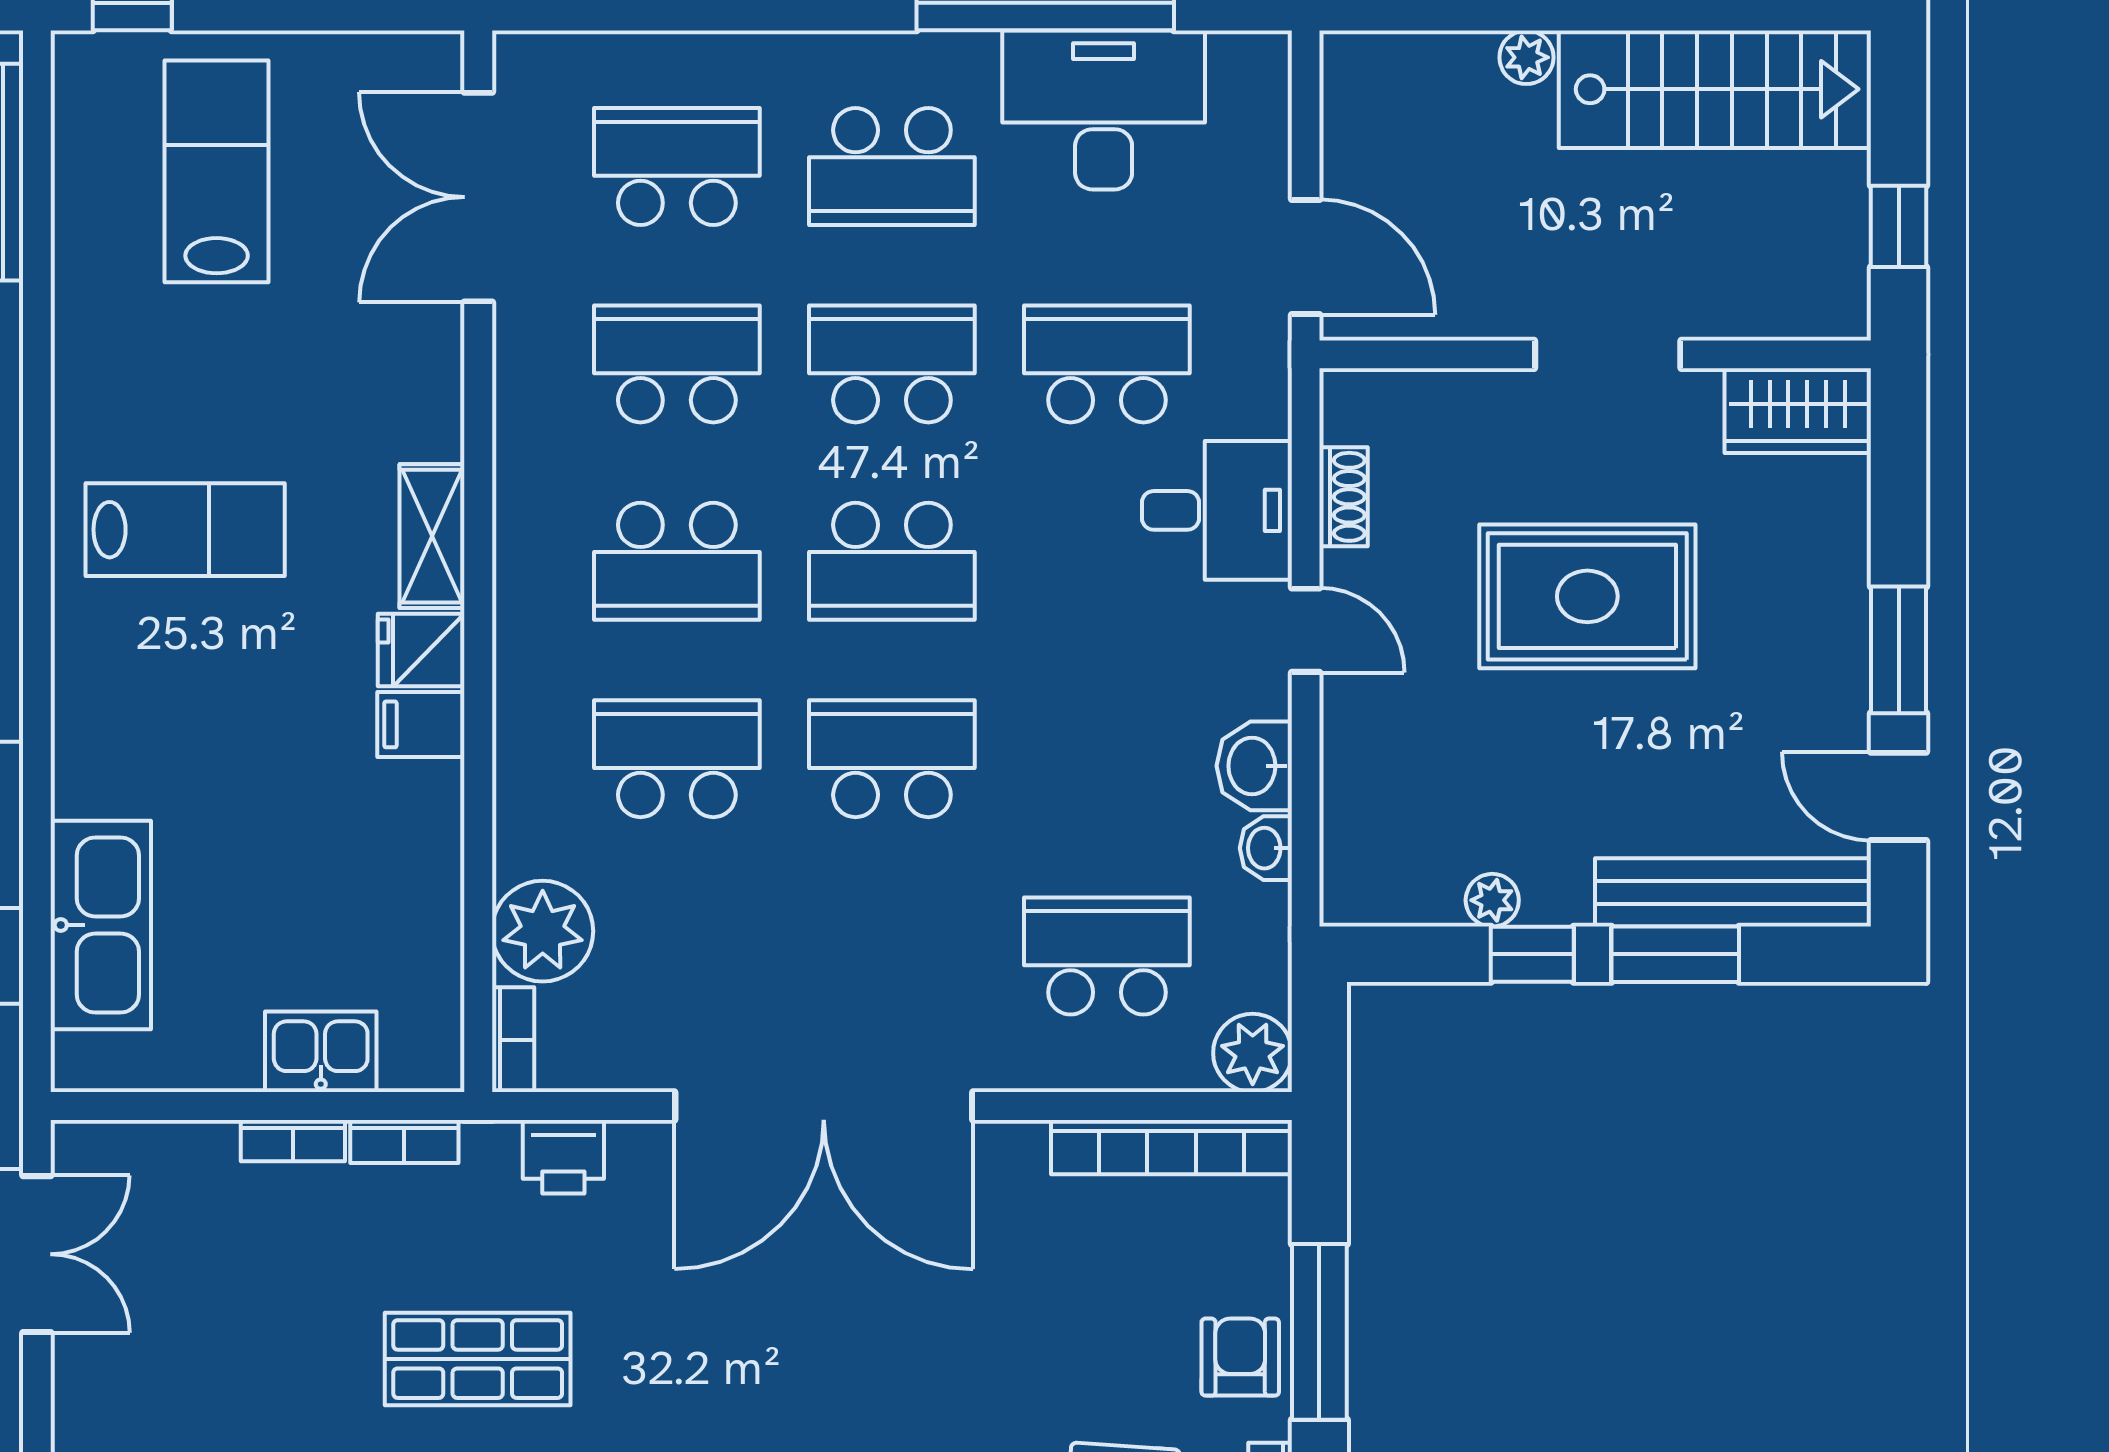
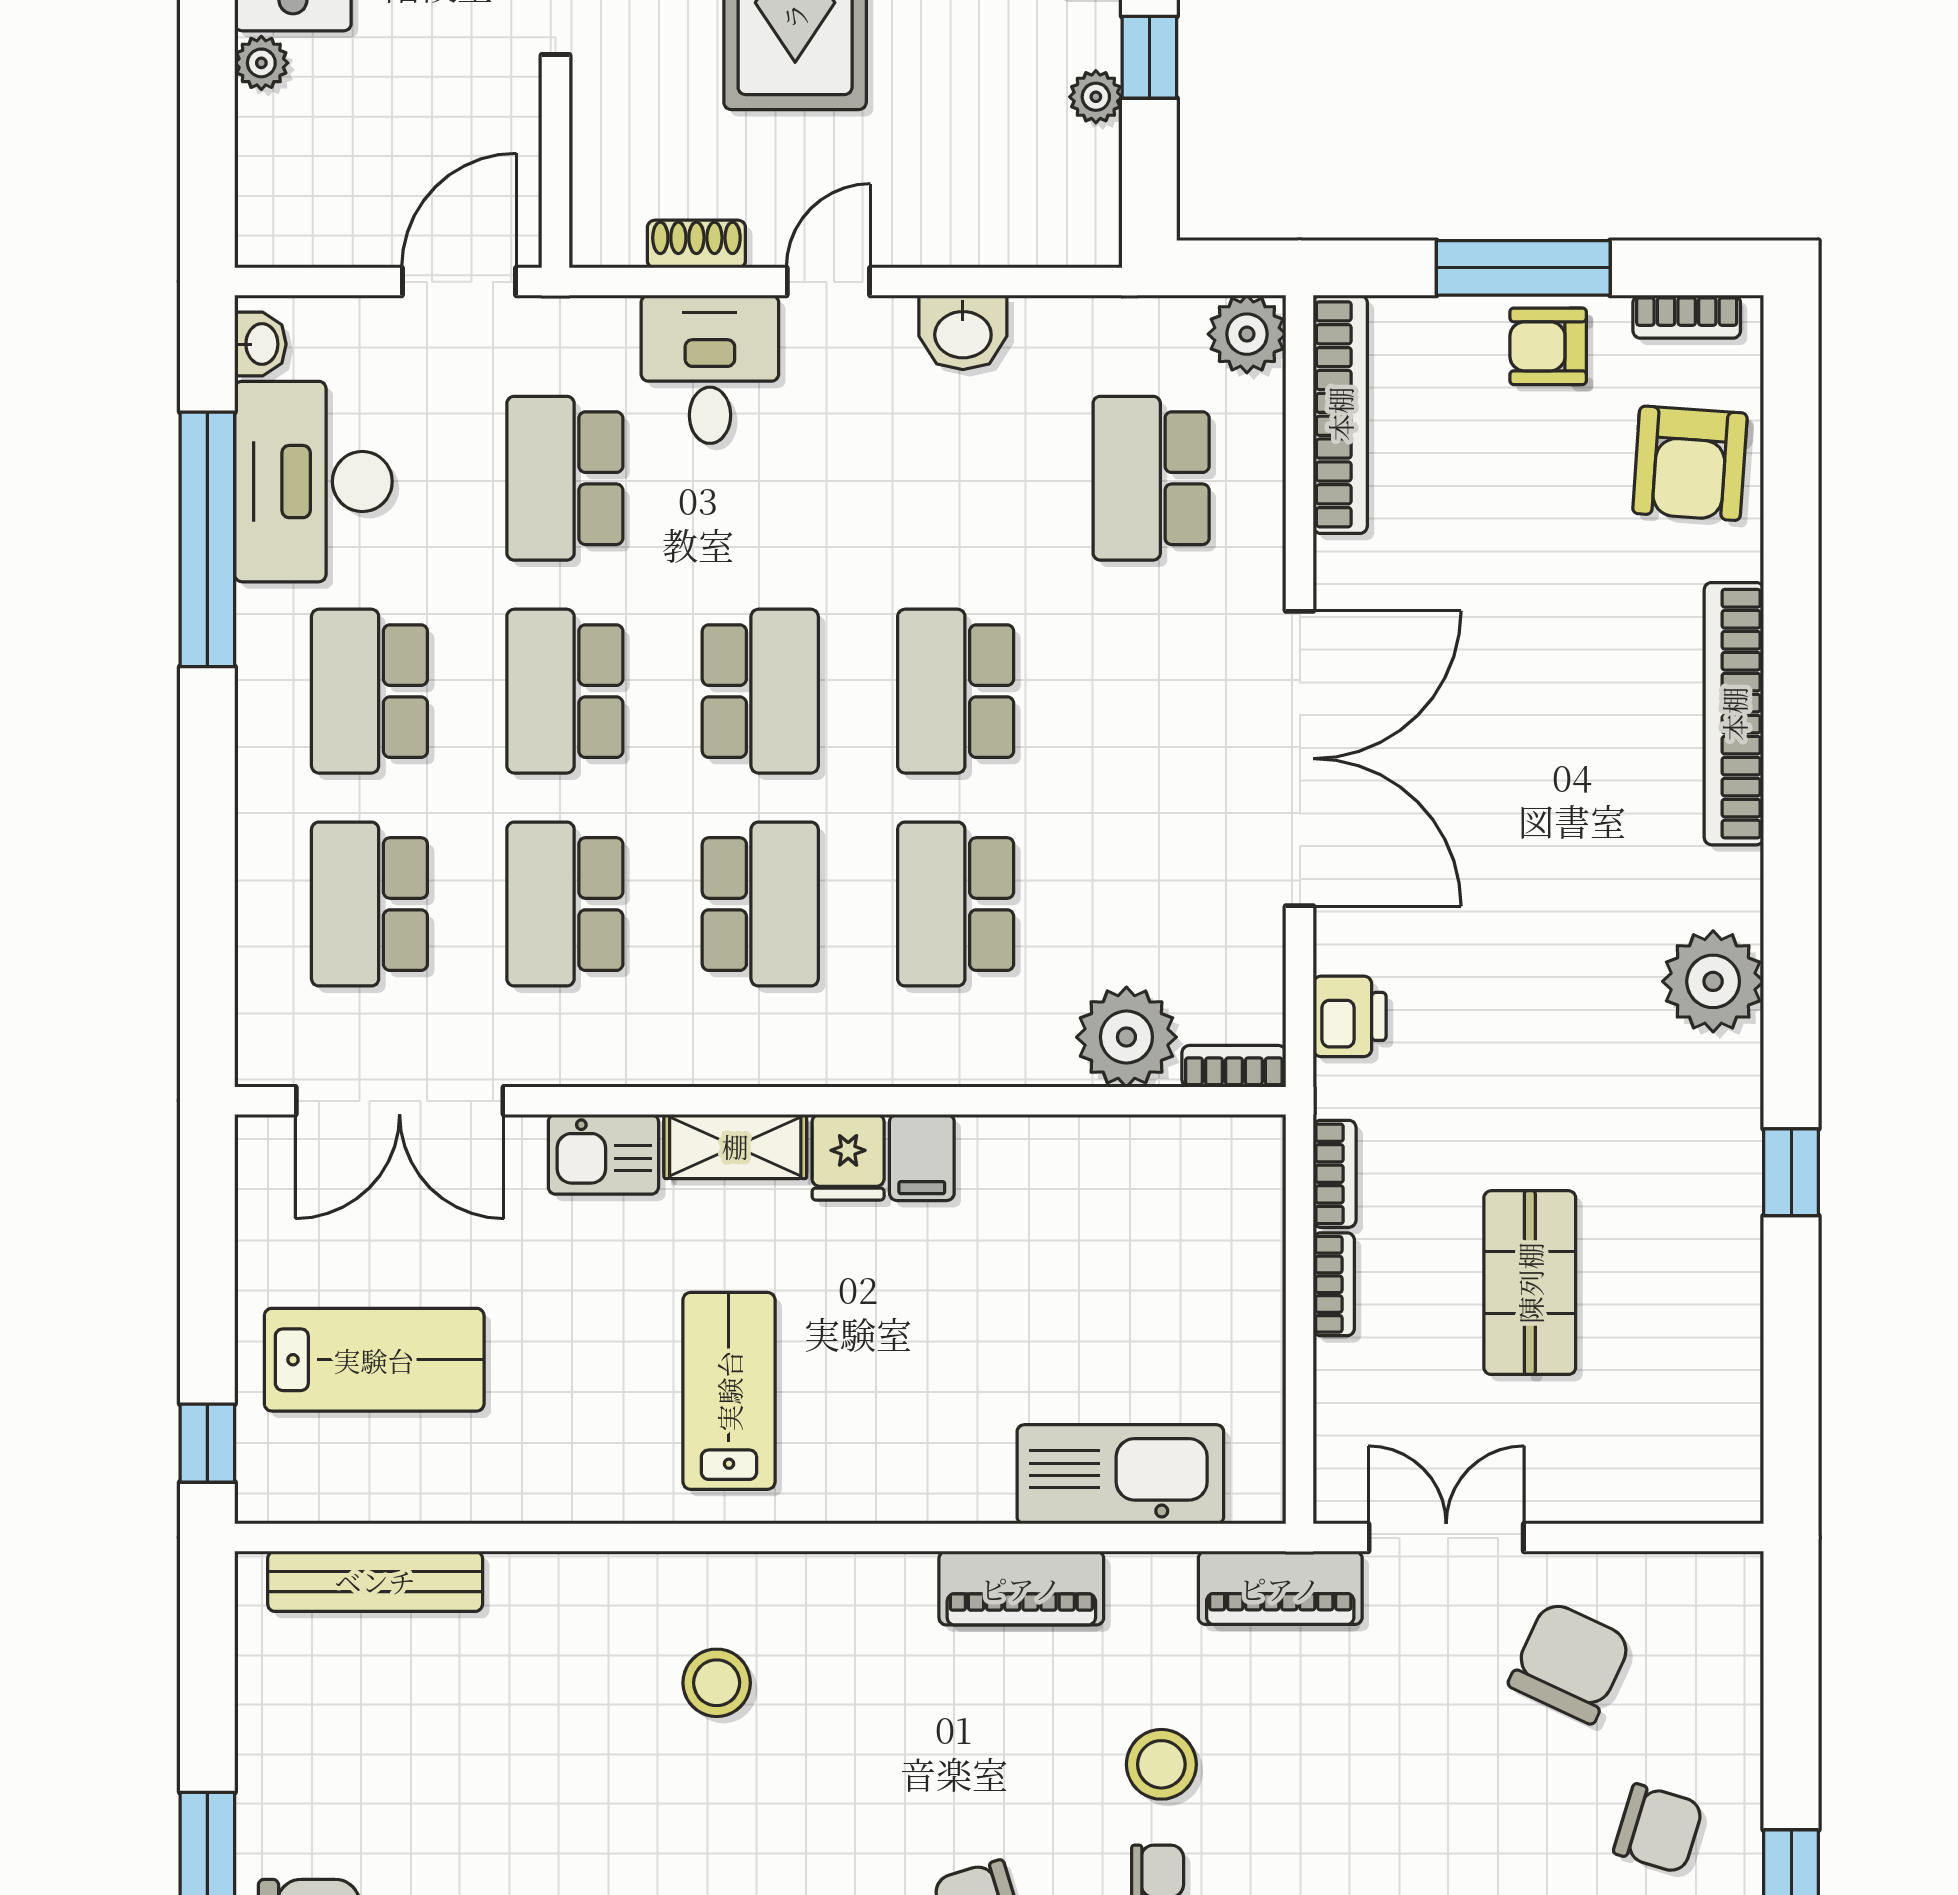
school desk: (892, 167) -> (369, 691), turned 180
lab bench: (217, 171) -> (374, 1360), turned 180
washbasin: (1266, 848) -> (260, 344), moved, turned -90
kitchen sink: (321, 1052) -> (603, 1154), moved, turned -90
shop shelf: (478, 1359) -> (1530, 1283), moved

